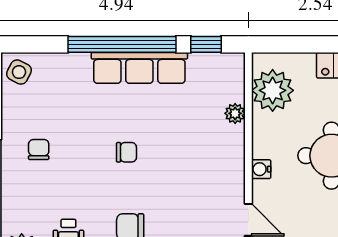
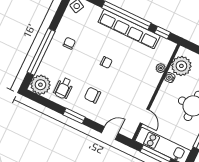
row of seats: (139, 68) -> (129, 29), width x1.36
water cooler: (261, 169) -> (170, 78), moved

